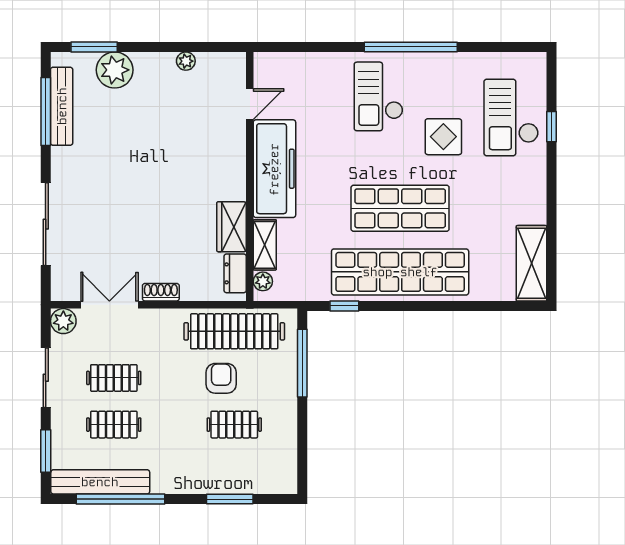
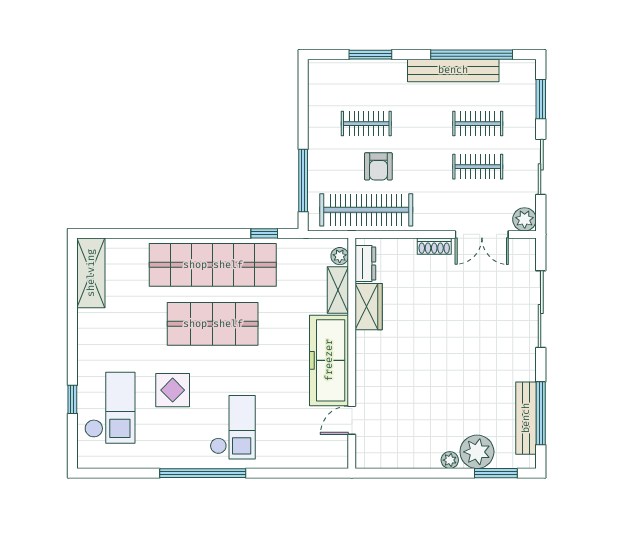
plant: (186, 61) -> (450, 460), moved
bench: (100, 482) -> (453, 70), moved

